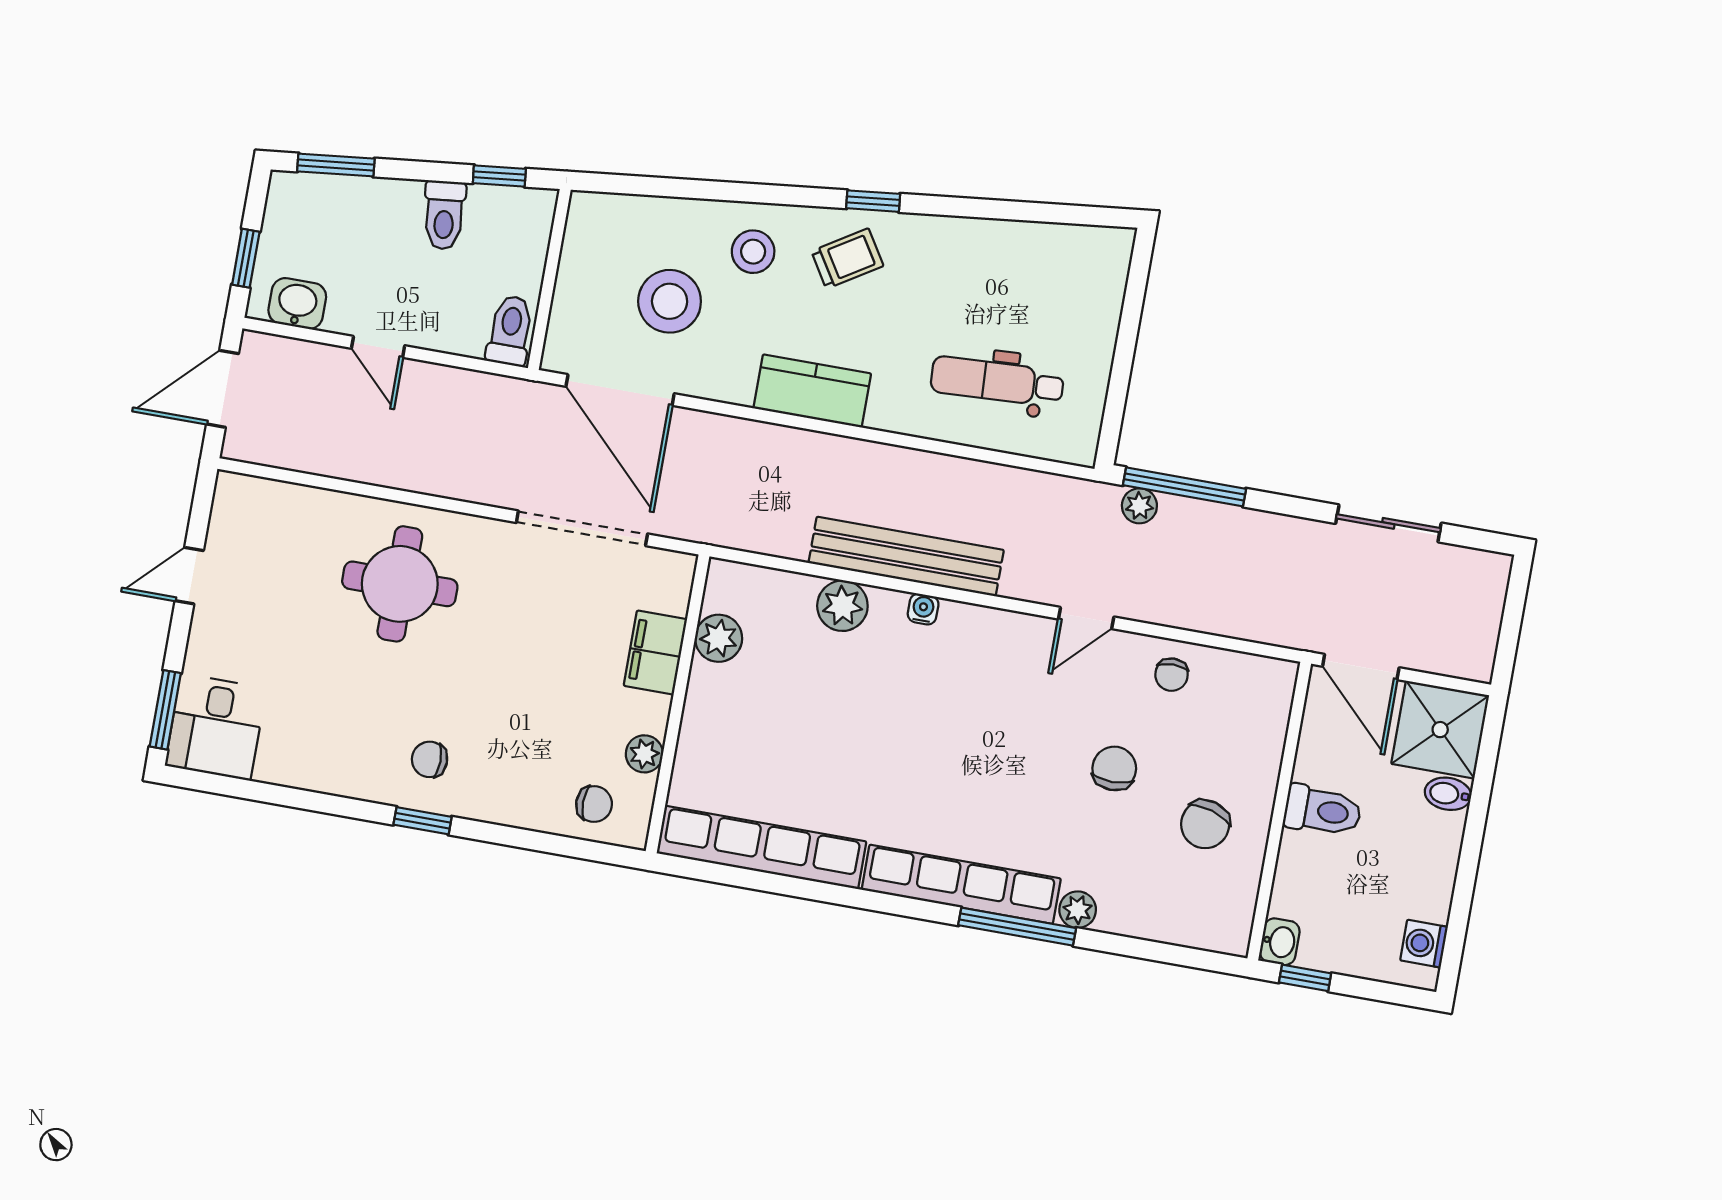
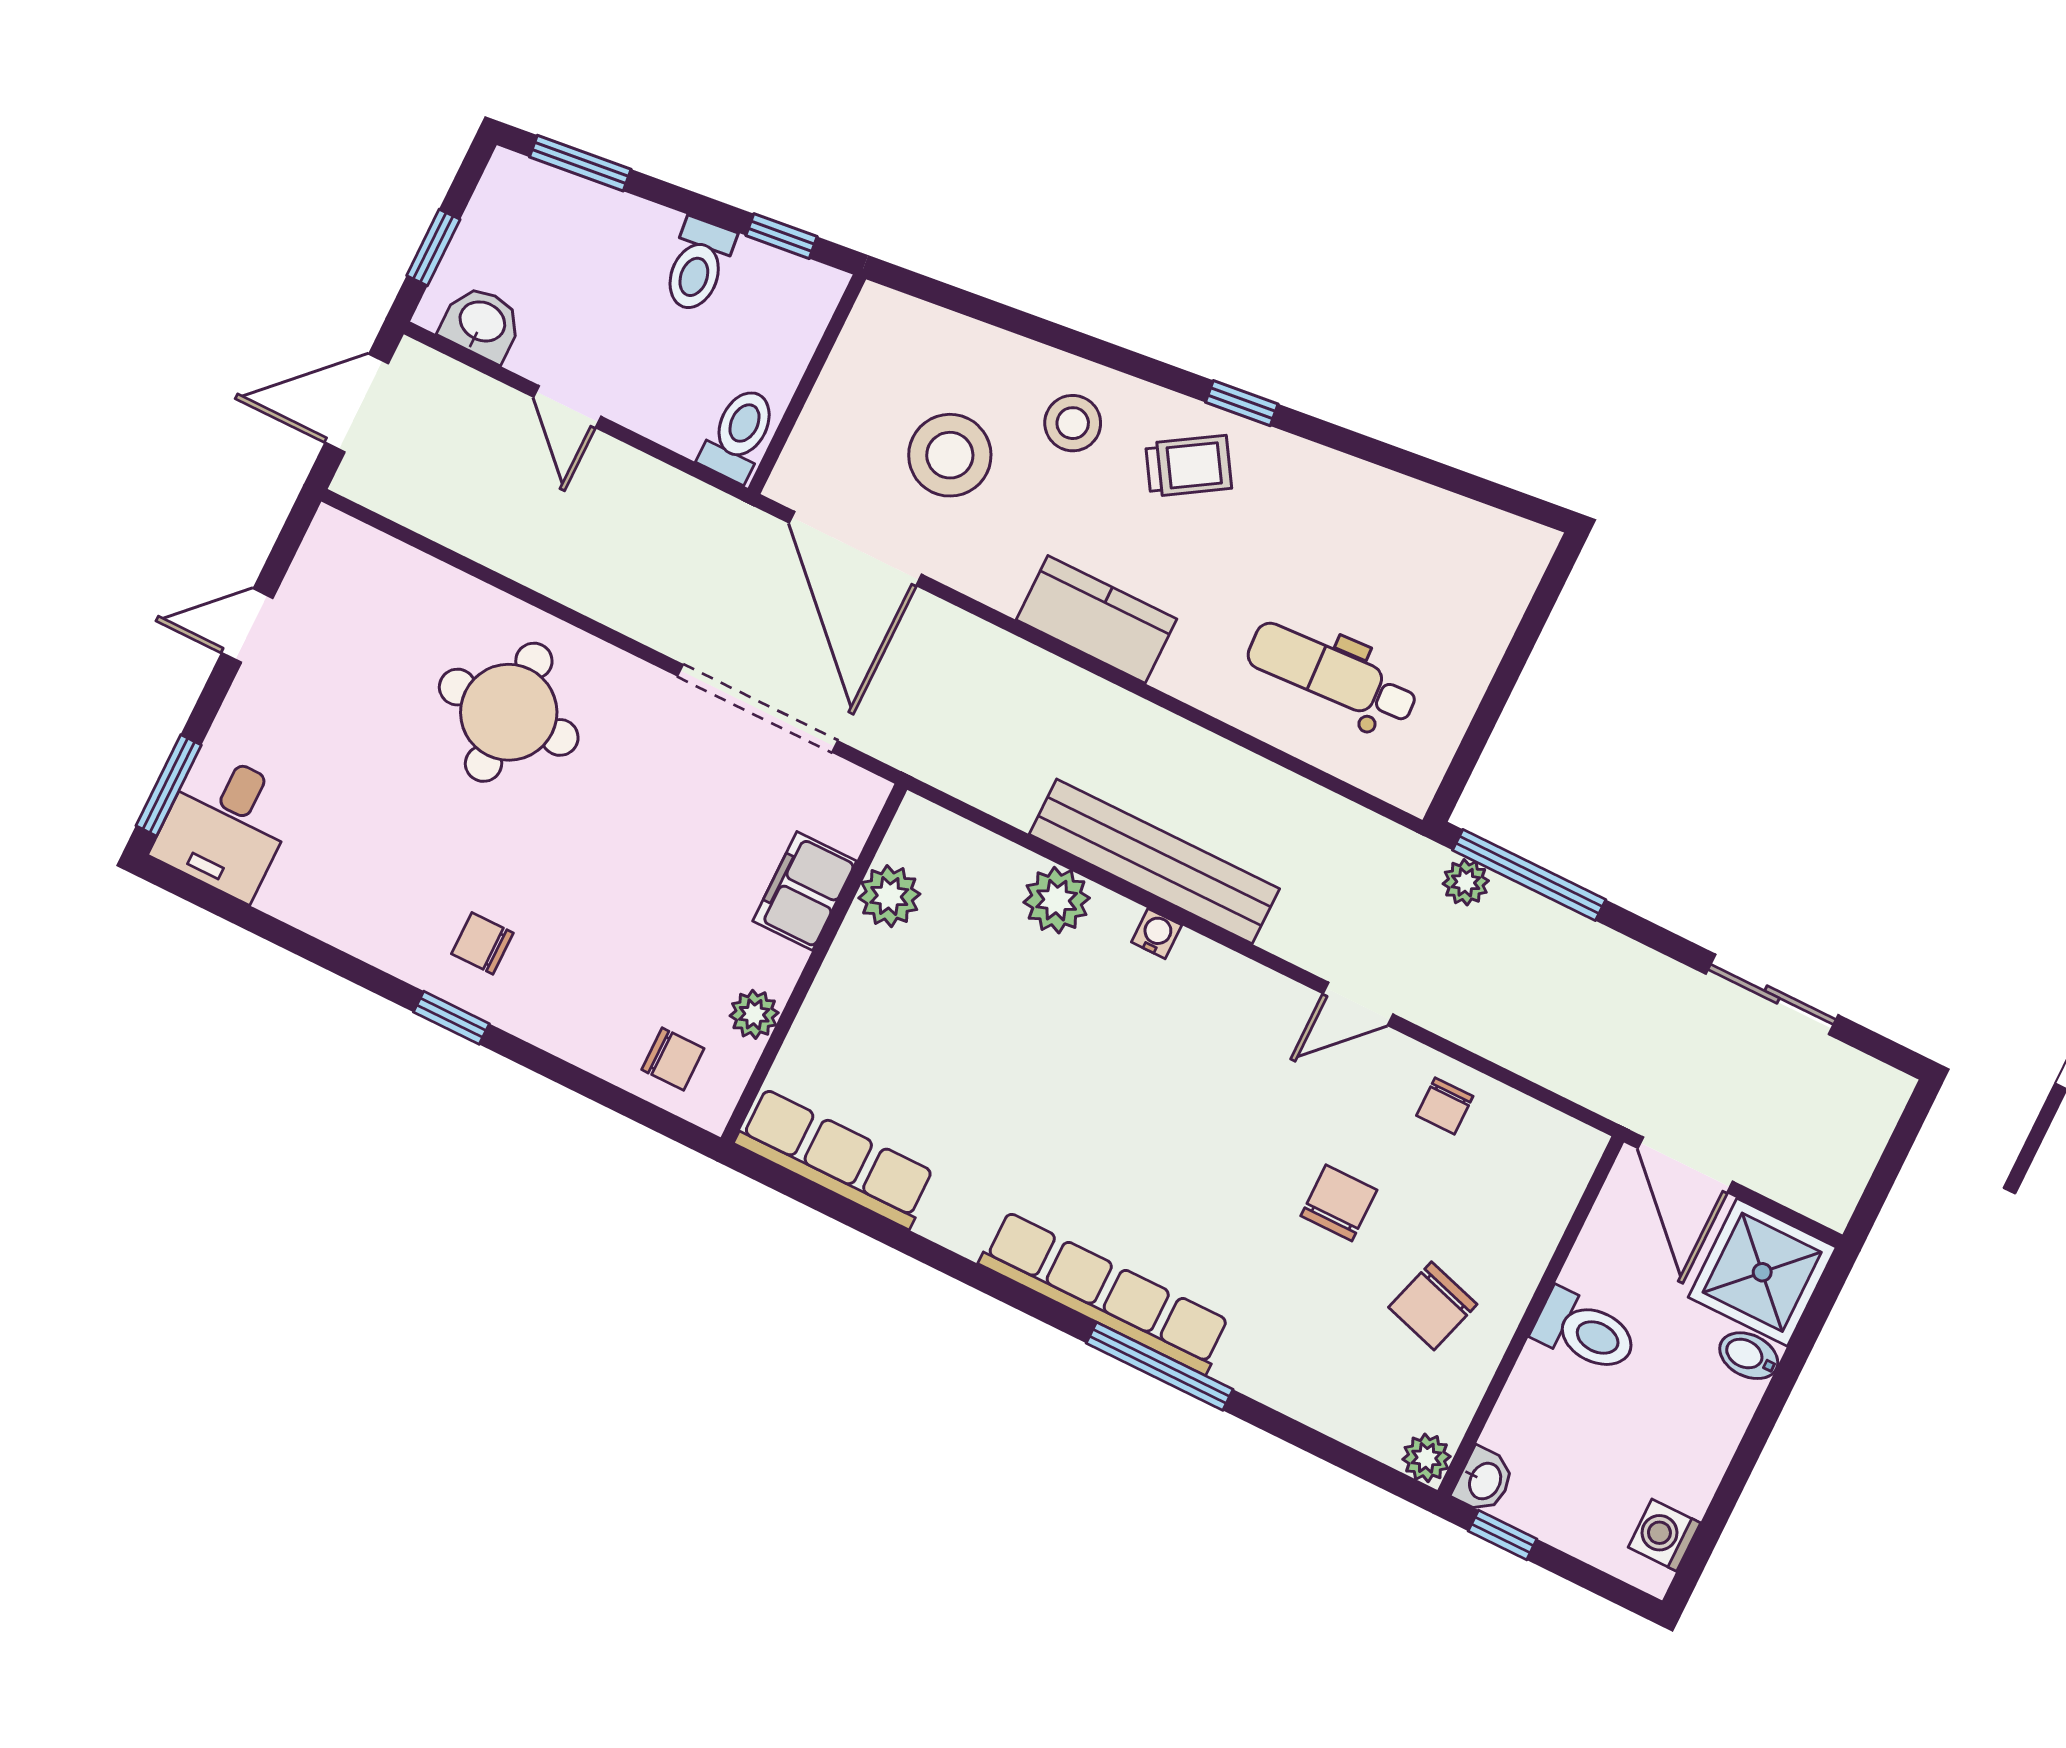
row of seats: (761, 847) -> (835, 1158), width x0.73
plant: (1078, 910) -> (1426, 1458), moved

